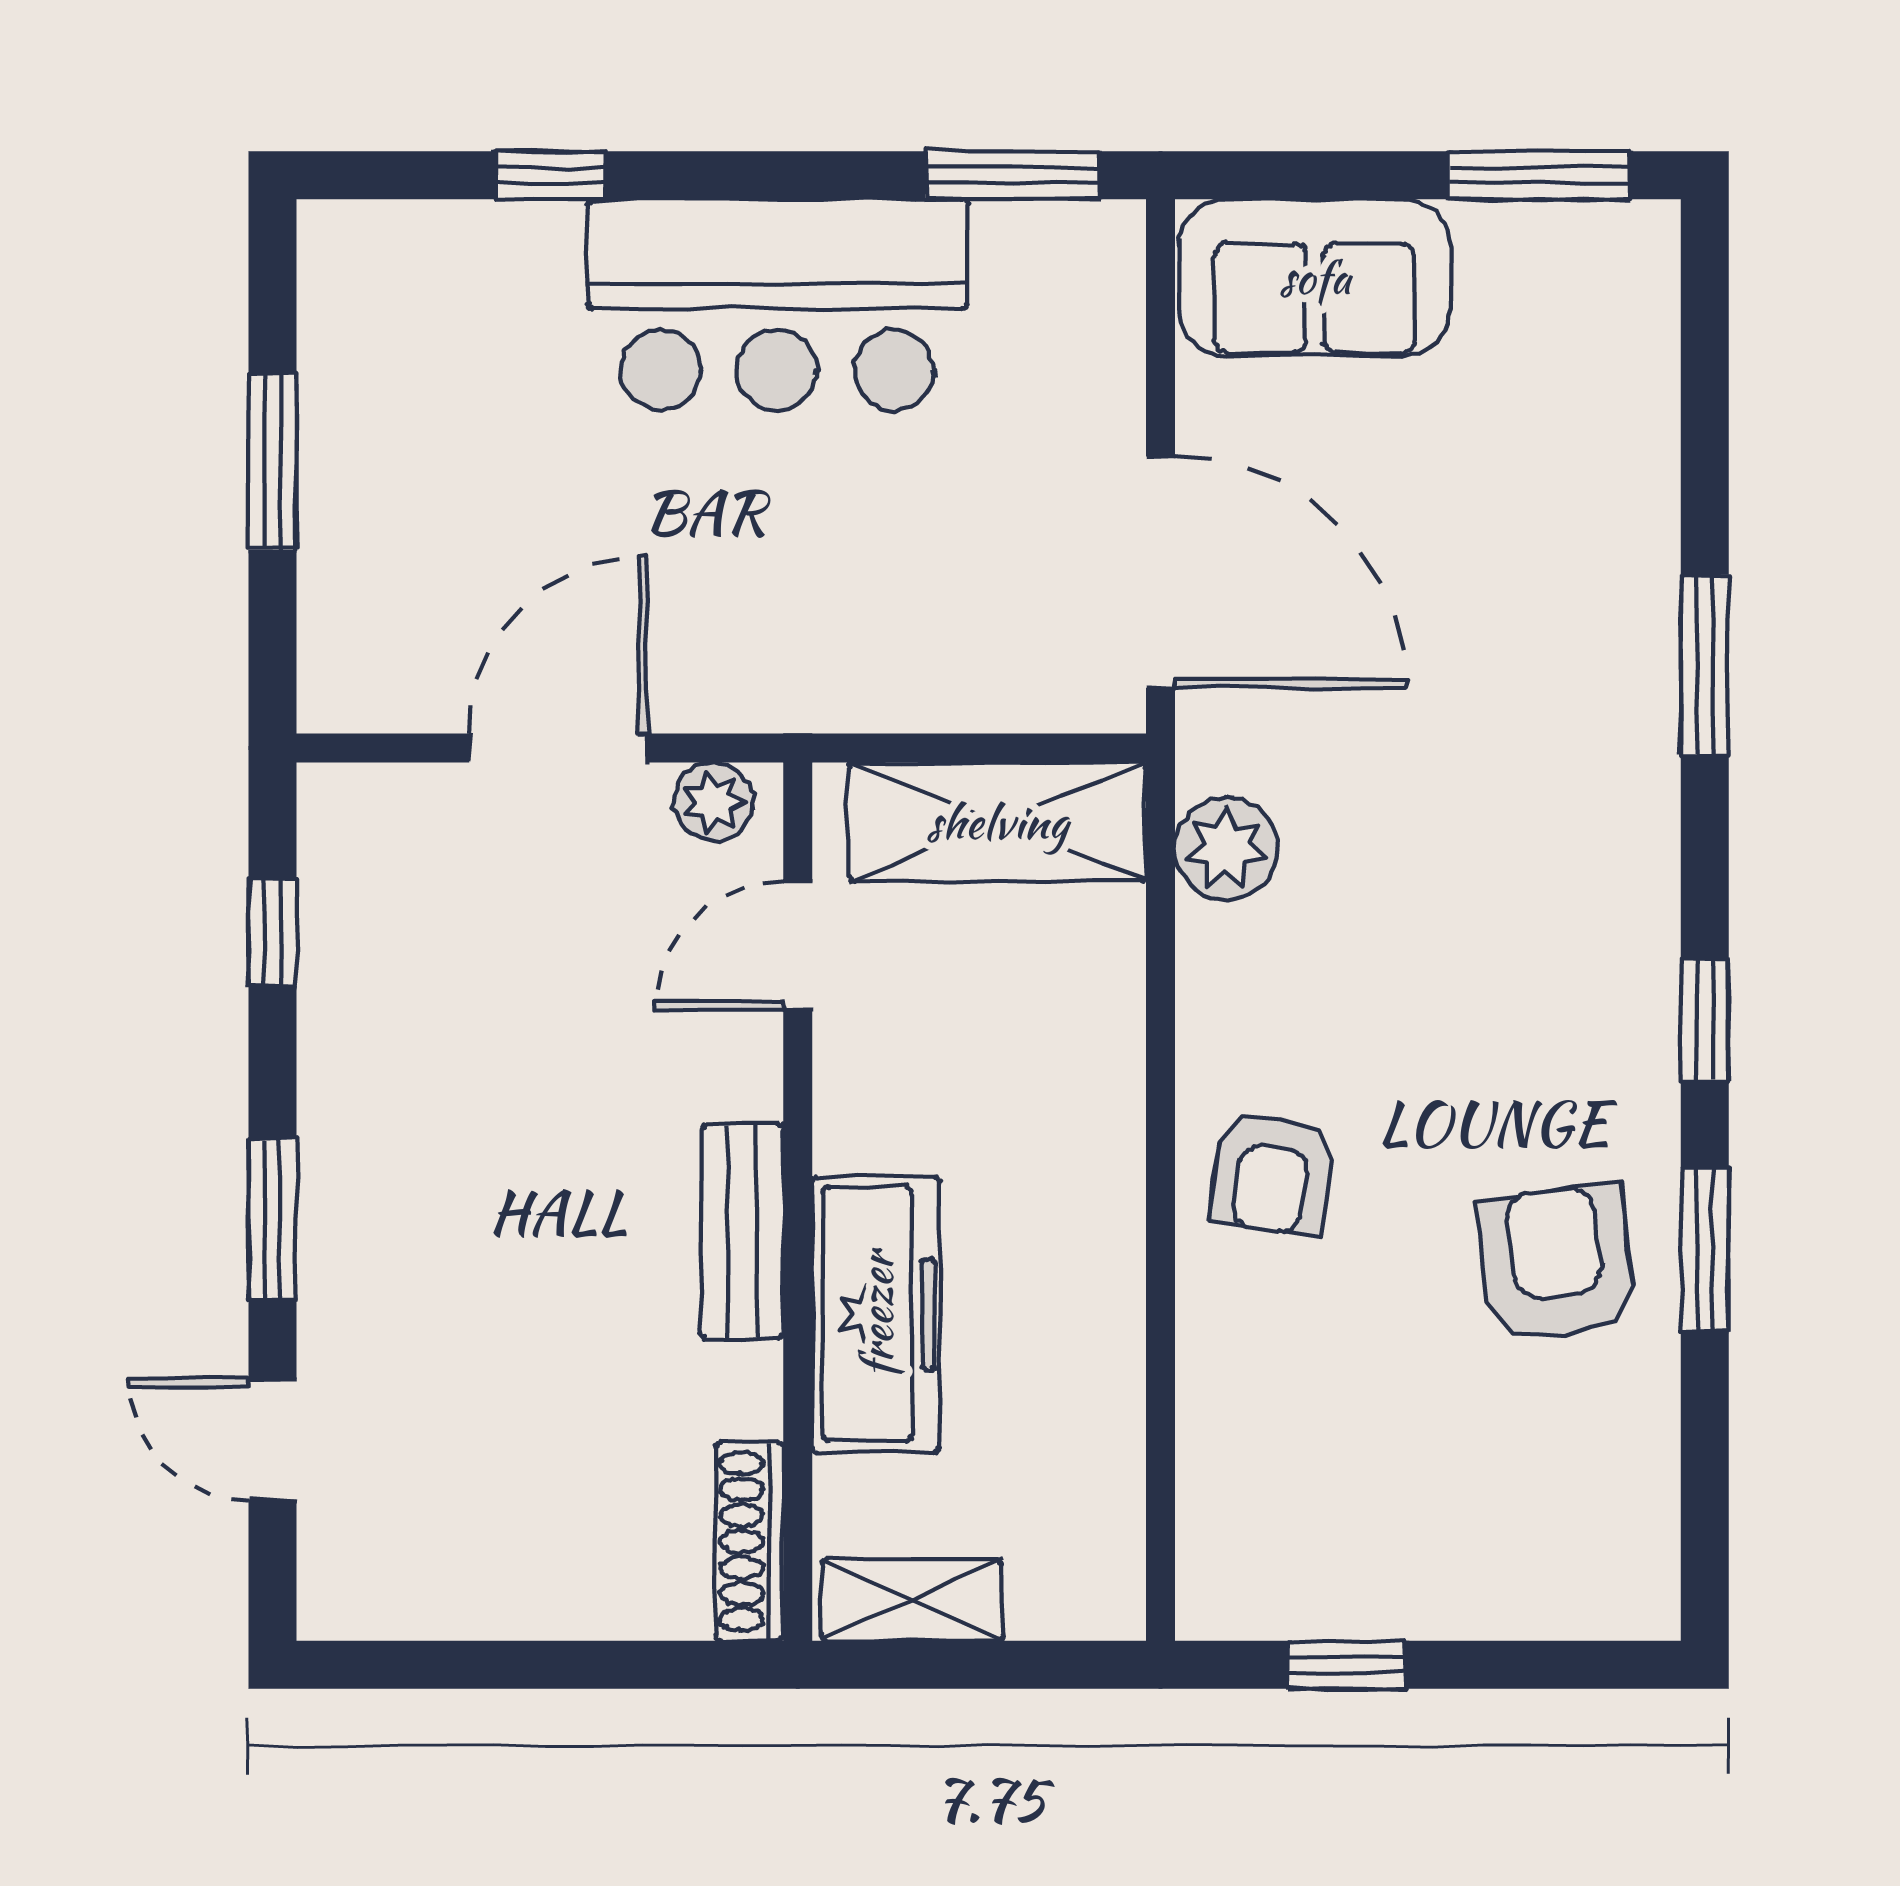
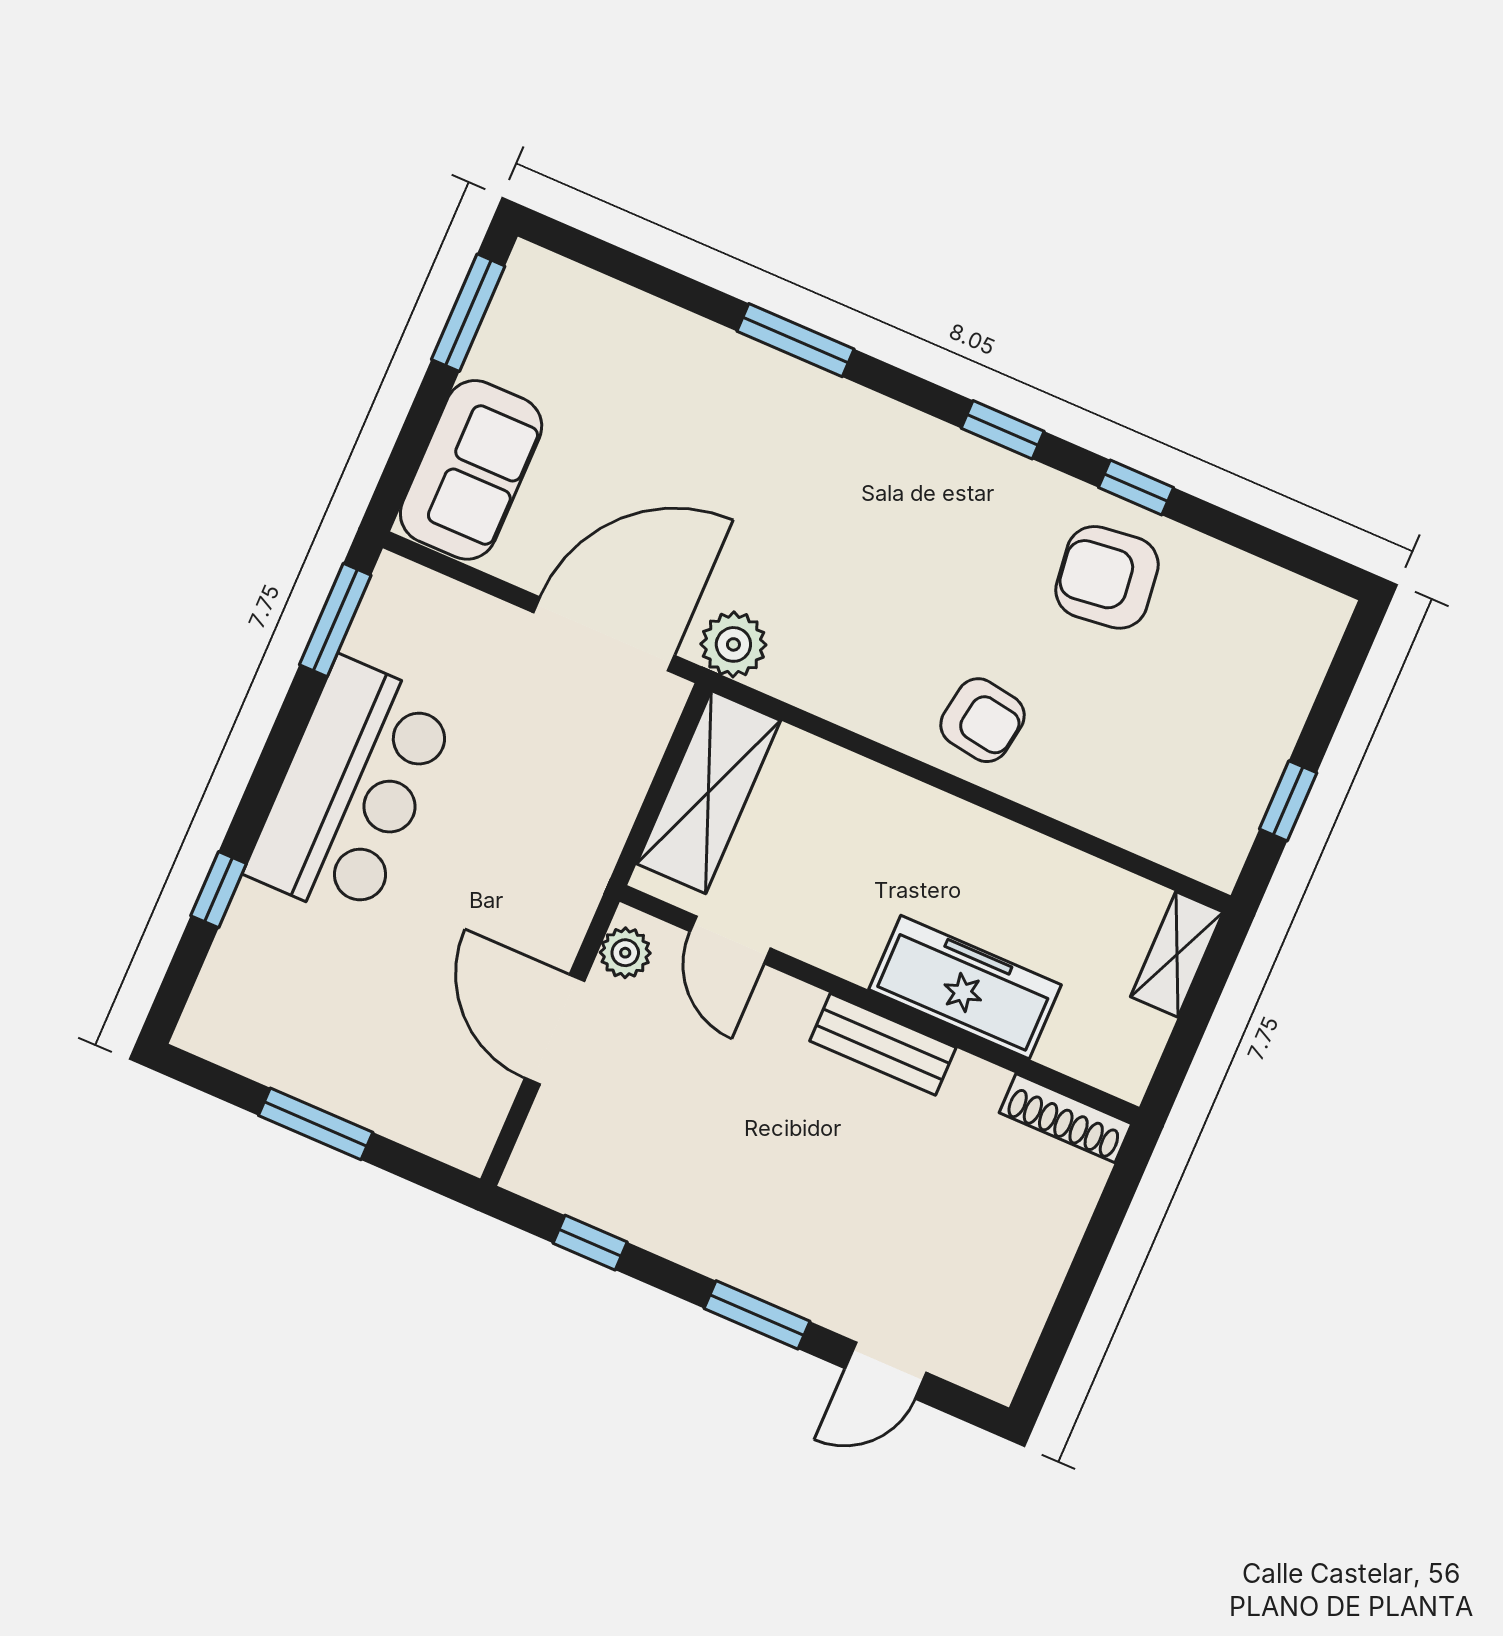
plant: (1226, 849) -> (733, 644), moved
window: (1705, 1249) -> (1136, 487), width x0.67
shelving: (912, 1600) -> (1177, 954), moved

